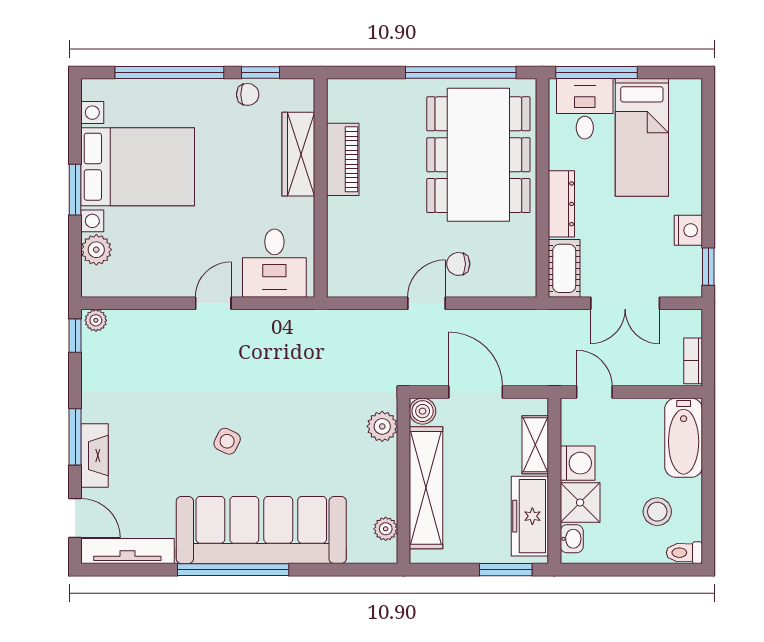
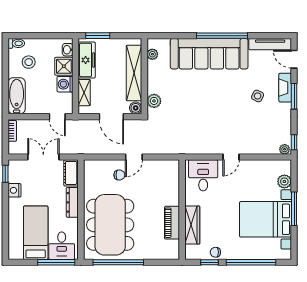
window: (75, 190) -> (294, 209), width x1.44
side table: (227, 441) -> (258, 96), moved

